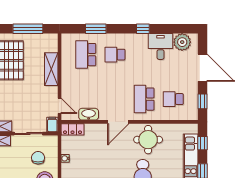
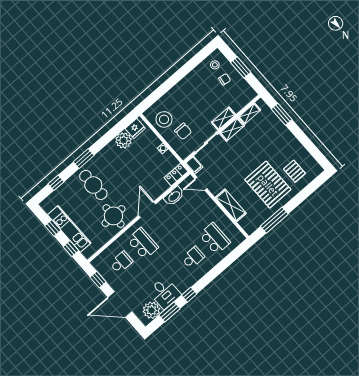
window: (96, 29) -> (169, 312), moved

